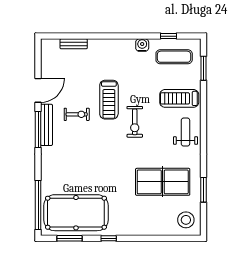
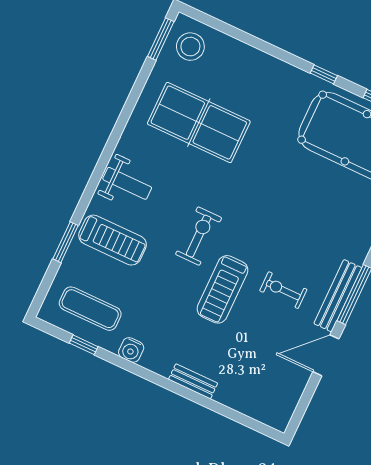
bench: (74, 44) -> (193, 381), moved
window: (203, 68) -> (66, 242), moved
treadmill: (109, 100) -> (223, 289), turned 180
weight bench: (185, 132) -> (127, 183), turned -90
window: (203, 190) -> (161, 39), moved

